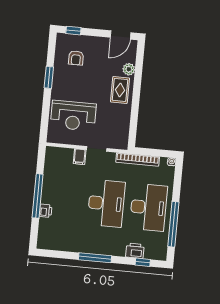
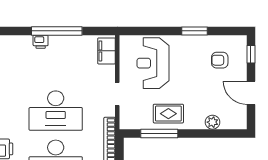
door: (121, 35) -> (251, 93), moved
rug: (120, 90) -> (168, 114), moved
window: (134, 116) -> (159, 133), added
filing cabinet: (80, 157) -> (107, 51), moved, width x2.00

